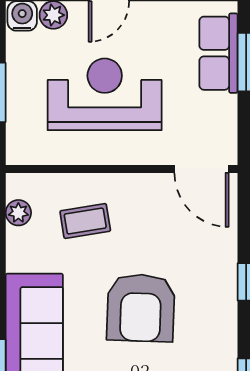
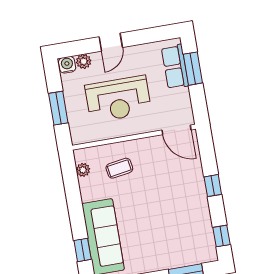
reception desk: (105, 94) -> (118, 99), turned 180
armchair: (141, 308) -> (157, 209), removed

